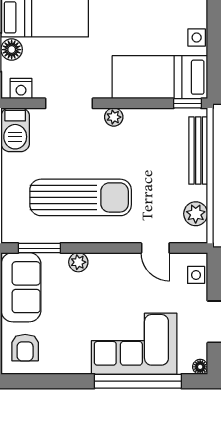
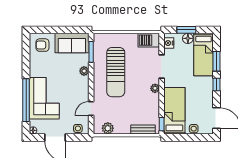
bench: (198, 151) -> (143, 129), width x0.73

